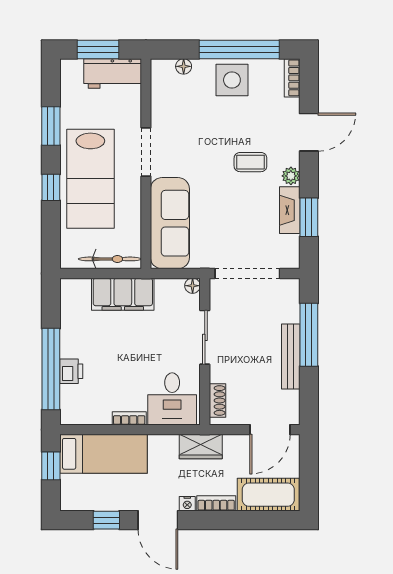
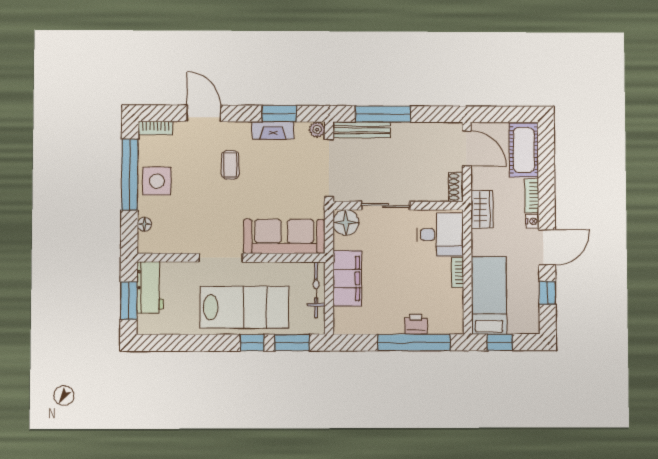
window: (51, 126) -> (292, 343), moved
plant: (291, 176) -> (317, 130), moved
floor lamp: (193, 286) -> (346, 222), width x1.89, depth x1.89
bench: (291, 357) -> (362, 130), moved
shoe rack: (217, 400) -> (456, 187), moved, turned -90

